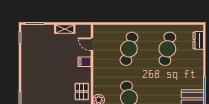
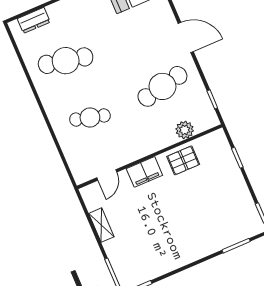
cafe table: (129, 49) -> (90, 117), width x0.73, depth x0.74
filing cabinet: (85, 62) -> (144, 172), width x2.00

